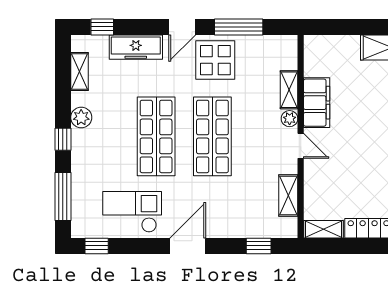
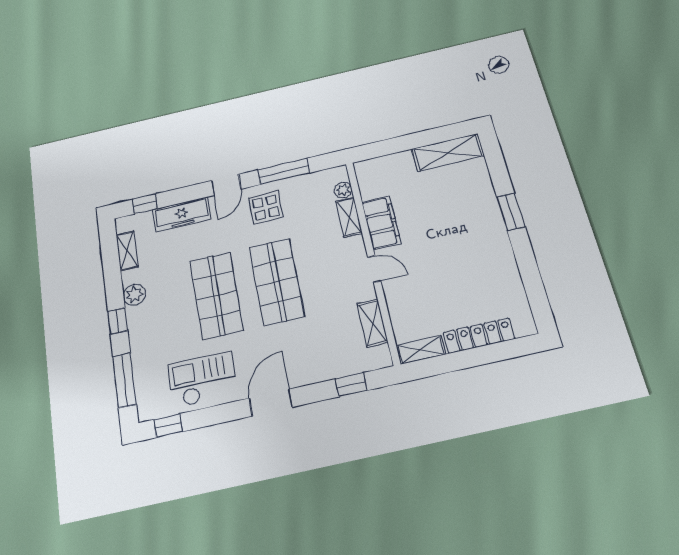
display table: (215, 60) -> (266, 207), width x0.73, depth x0.73
plant: (290, 119) -> (343, 190), moved

